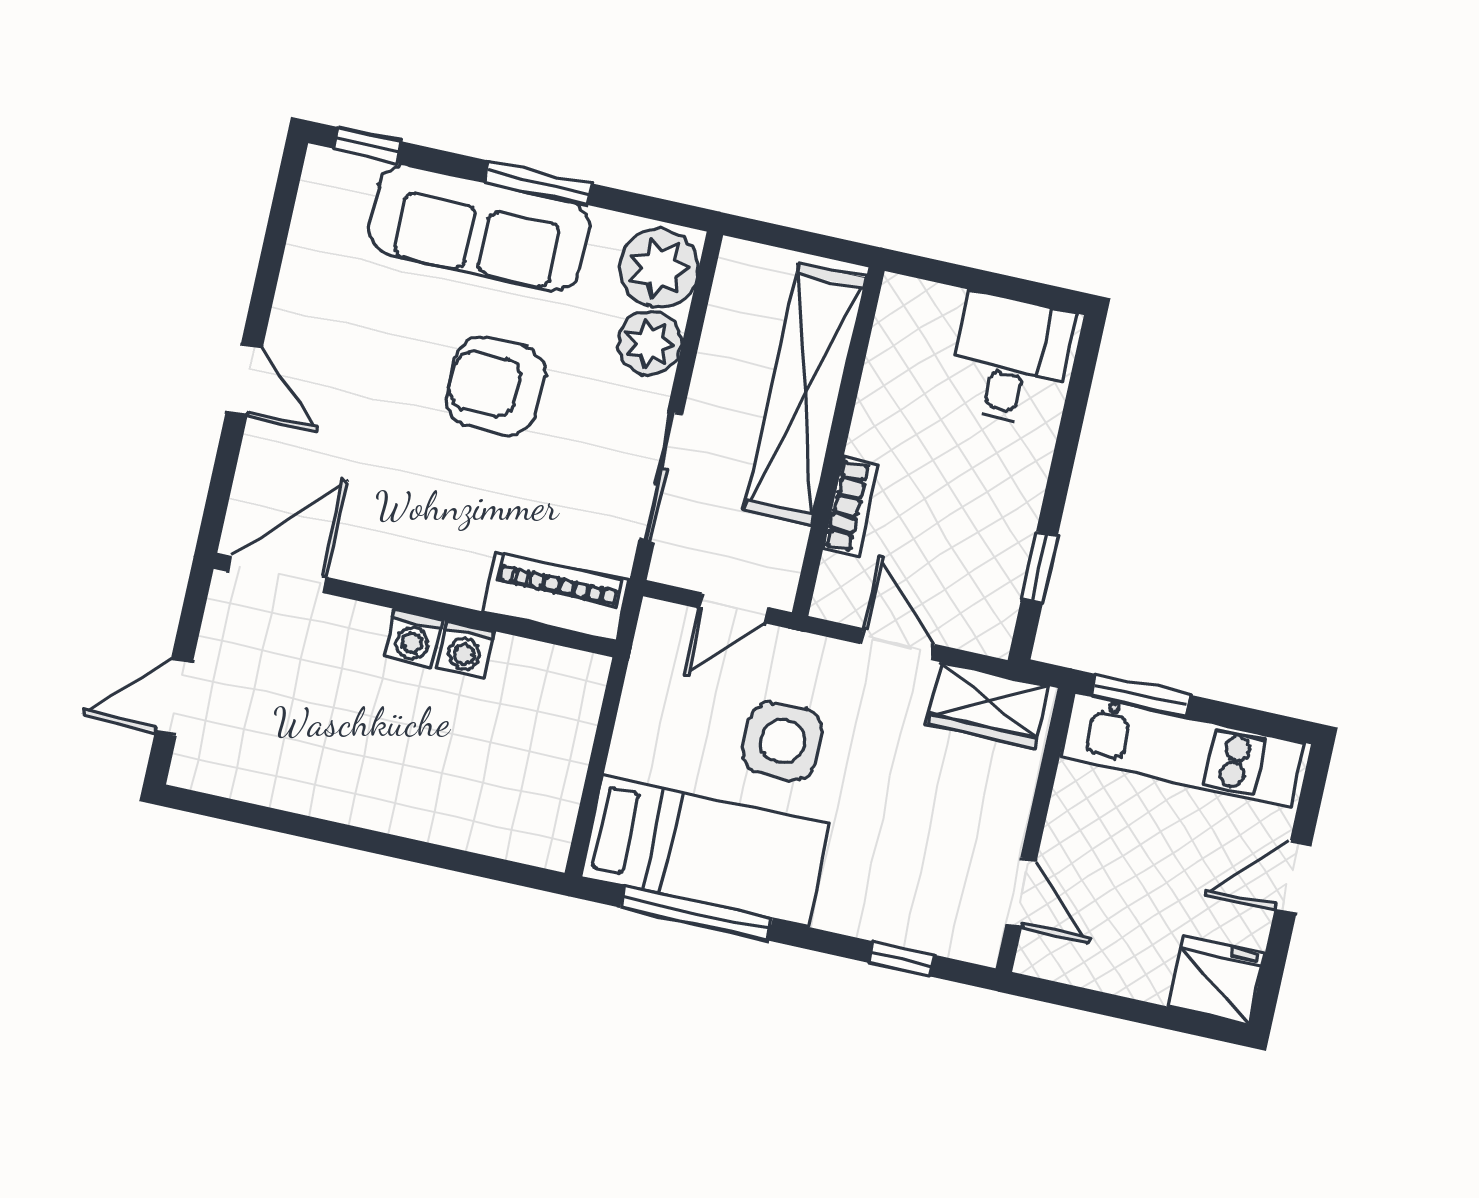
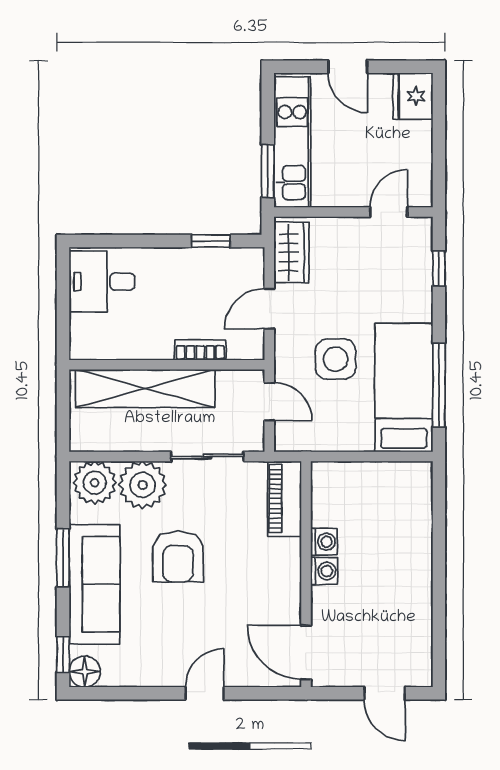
floor lamp: (329, 177) -> (85, 672), added
plant: (650, 343) -> (143, 485), width x1.36, depth x1.36

